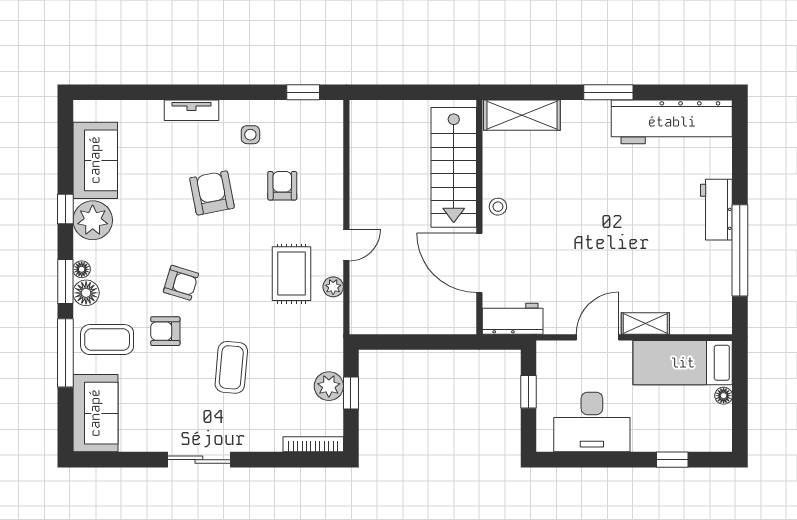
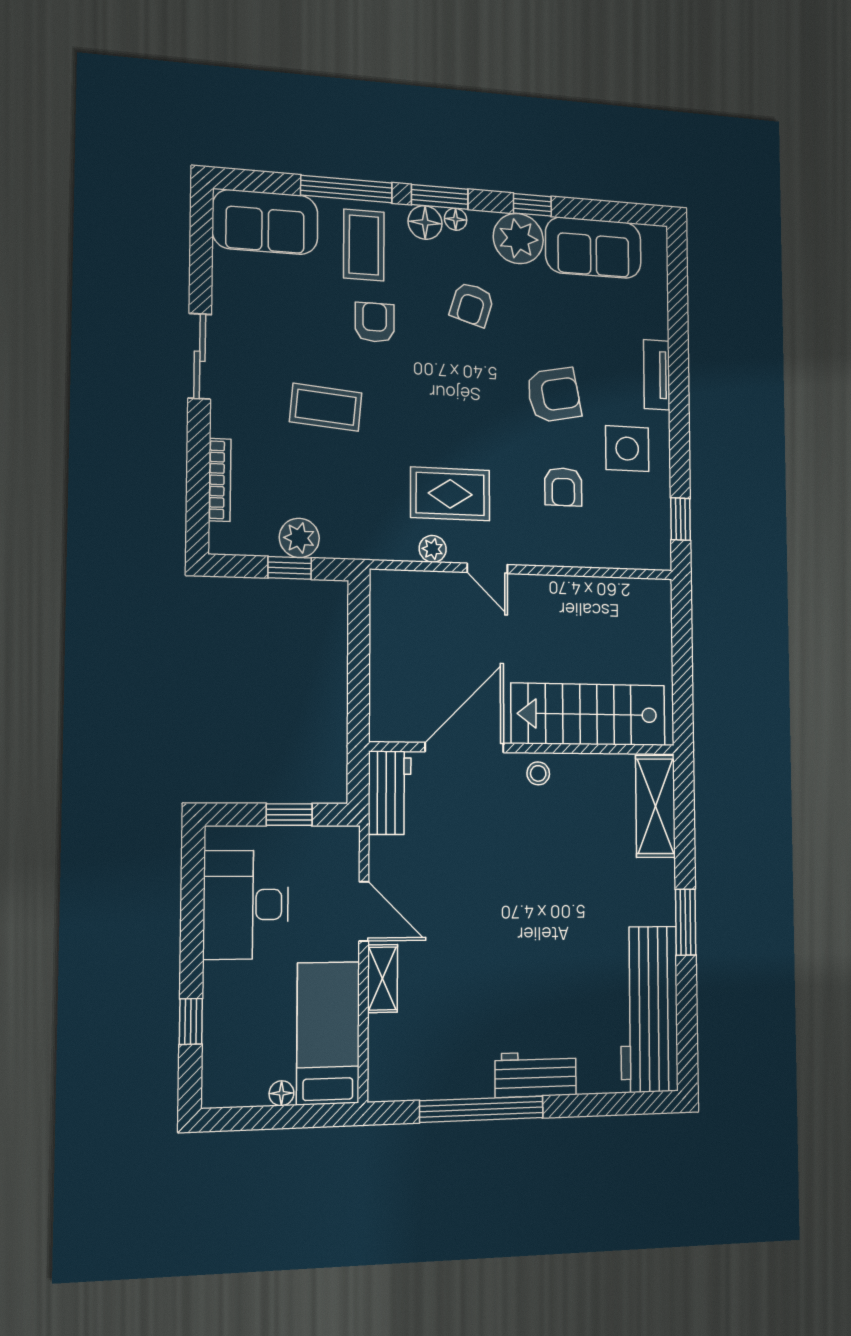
side table: (250, 135) -> (627, 449), width x1.87, depth x1.87
armchair: (282, 186) -> (563, 487), turned 90
armchair: (181, 283) -> (472, 304), moved
bookcase: (313, 444) -> (220, 480), moved

